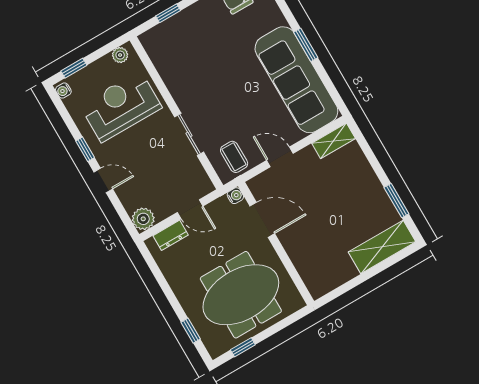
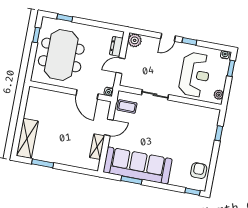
window: (306, 45) -> (131, 180), moved
shelving: (334, 141) -> (97, 147), moved
door: (262, 220) -> (87, 94), hinge flipped

